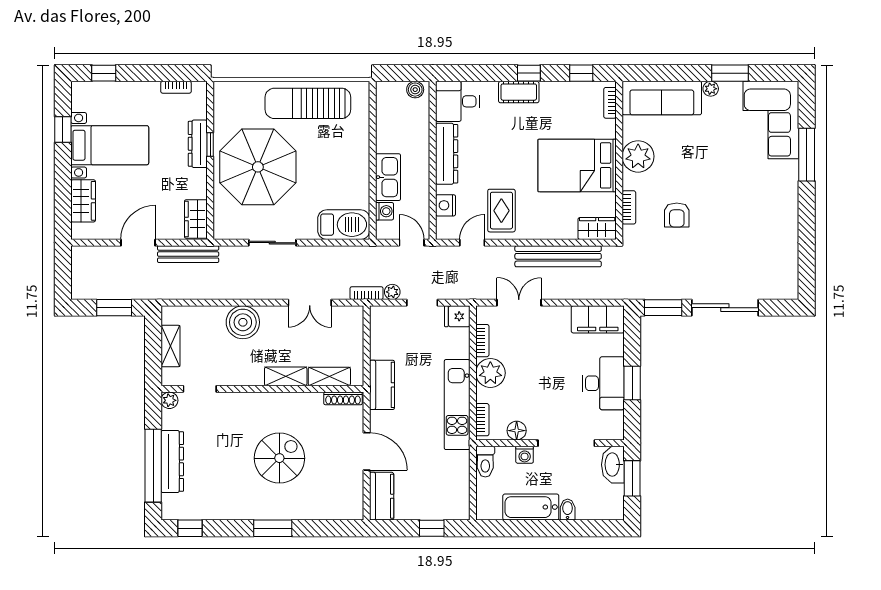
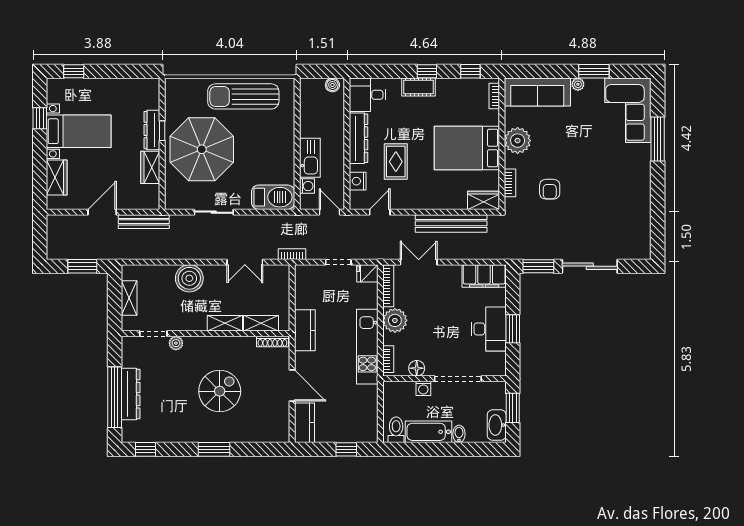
bookcase: (176, 87) -> (134, 83), removed
rug: (501, 211) -> (396, 162), moved
wardrobe: (196, 219) -> (150, 167), moved
plant: (392, 292) -> (313, 253), removed
bookcase: (482, 341) -> (388, 286), width x1.56
plant: (169, 400) -> (176, 343), moved
toilet: (485, 462) -> (396, 430), moved, turned 180
washbasin: (613, 465) -> (497, 425), moved

